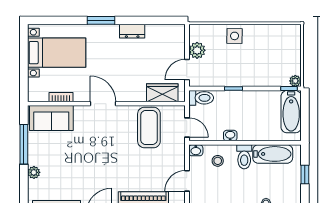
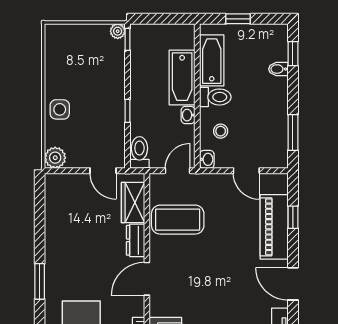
dresser: (132, 31) -> (135, 240), moved, turned 180
plant: (197, 50) -> (55, 158), moved
bathtub: (291, 112) -> (182, 77), moved, turned 90

